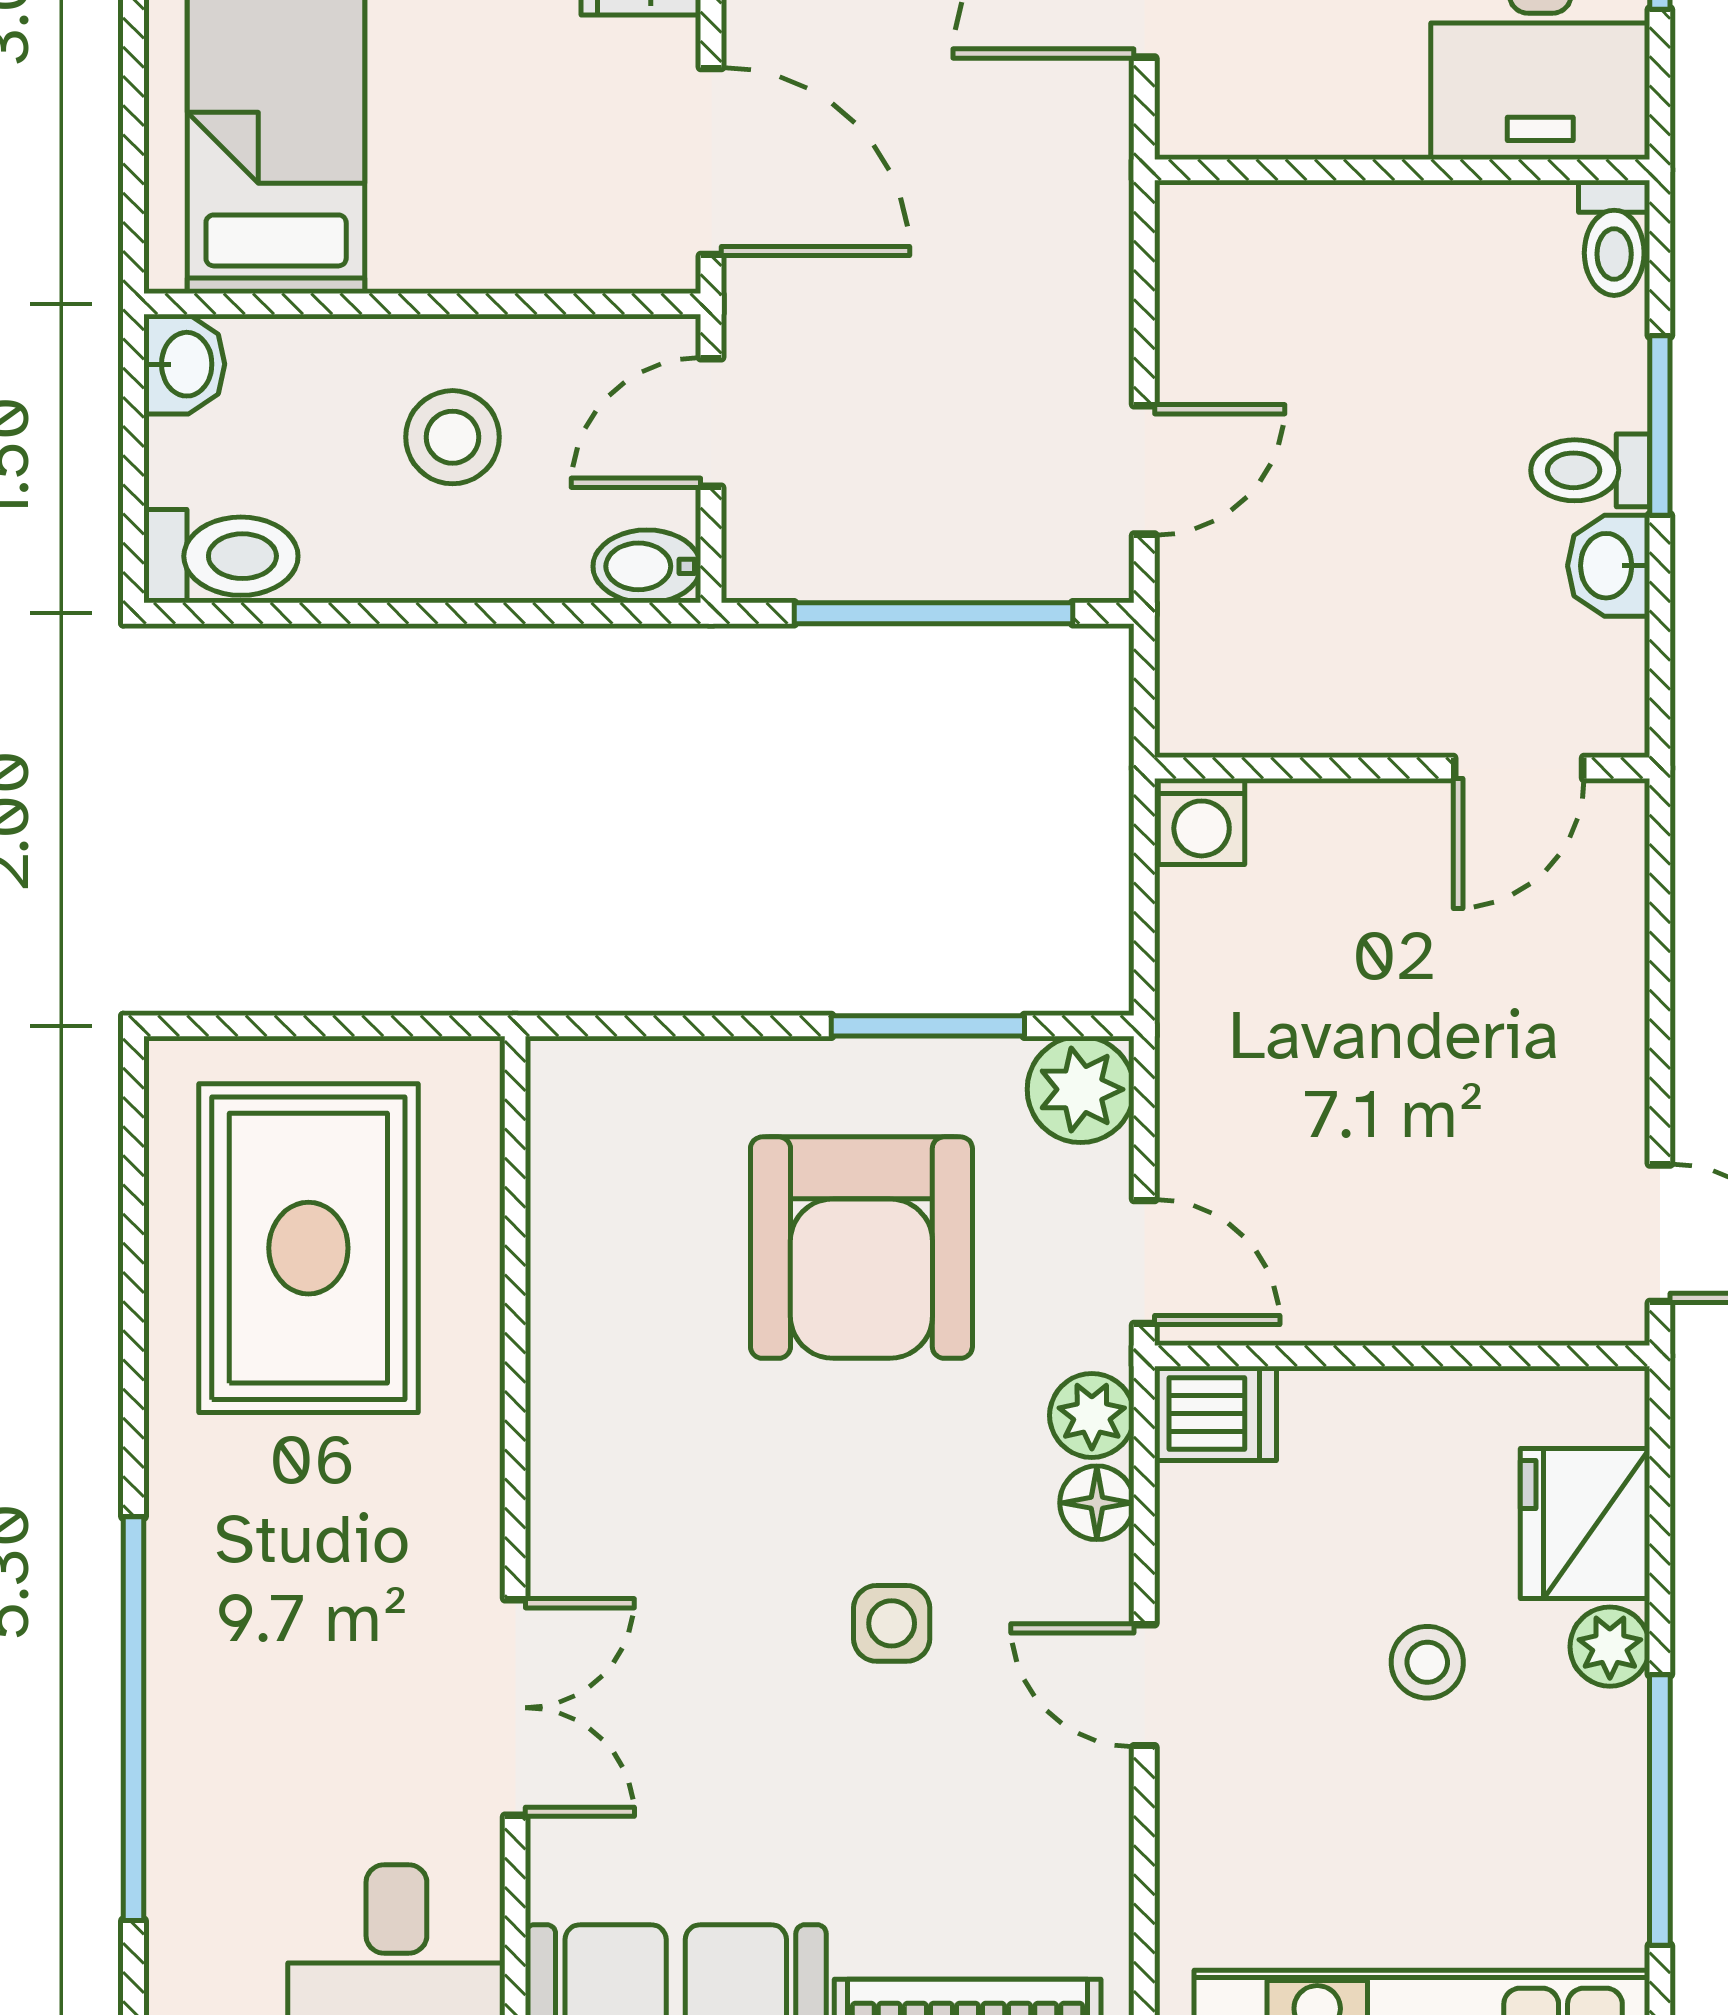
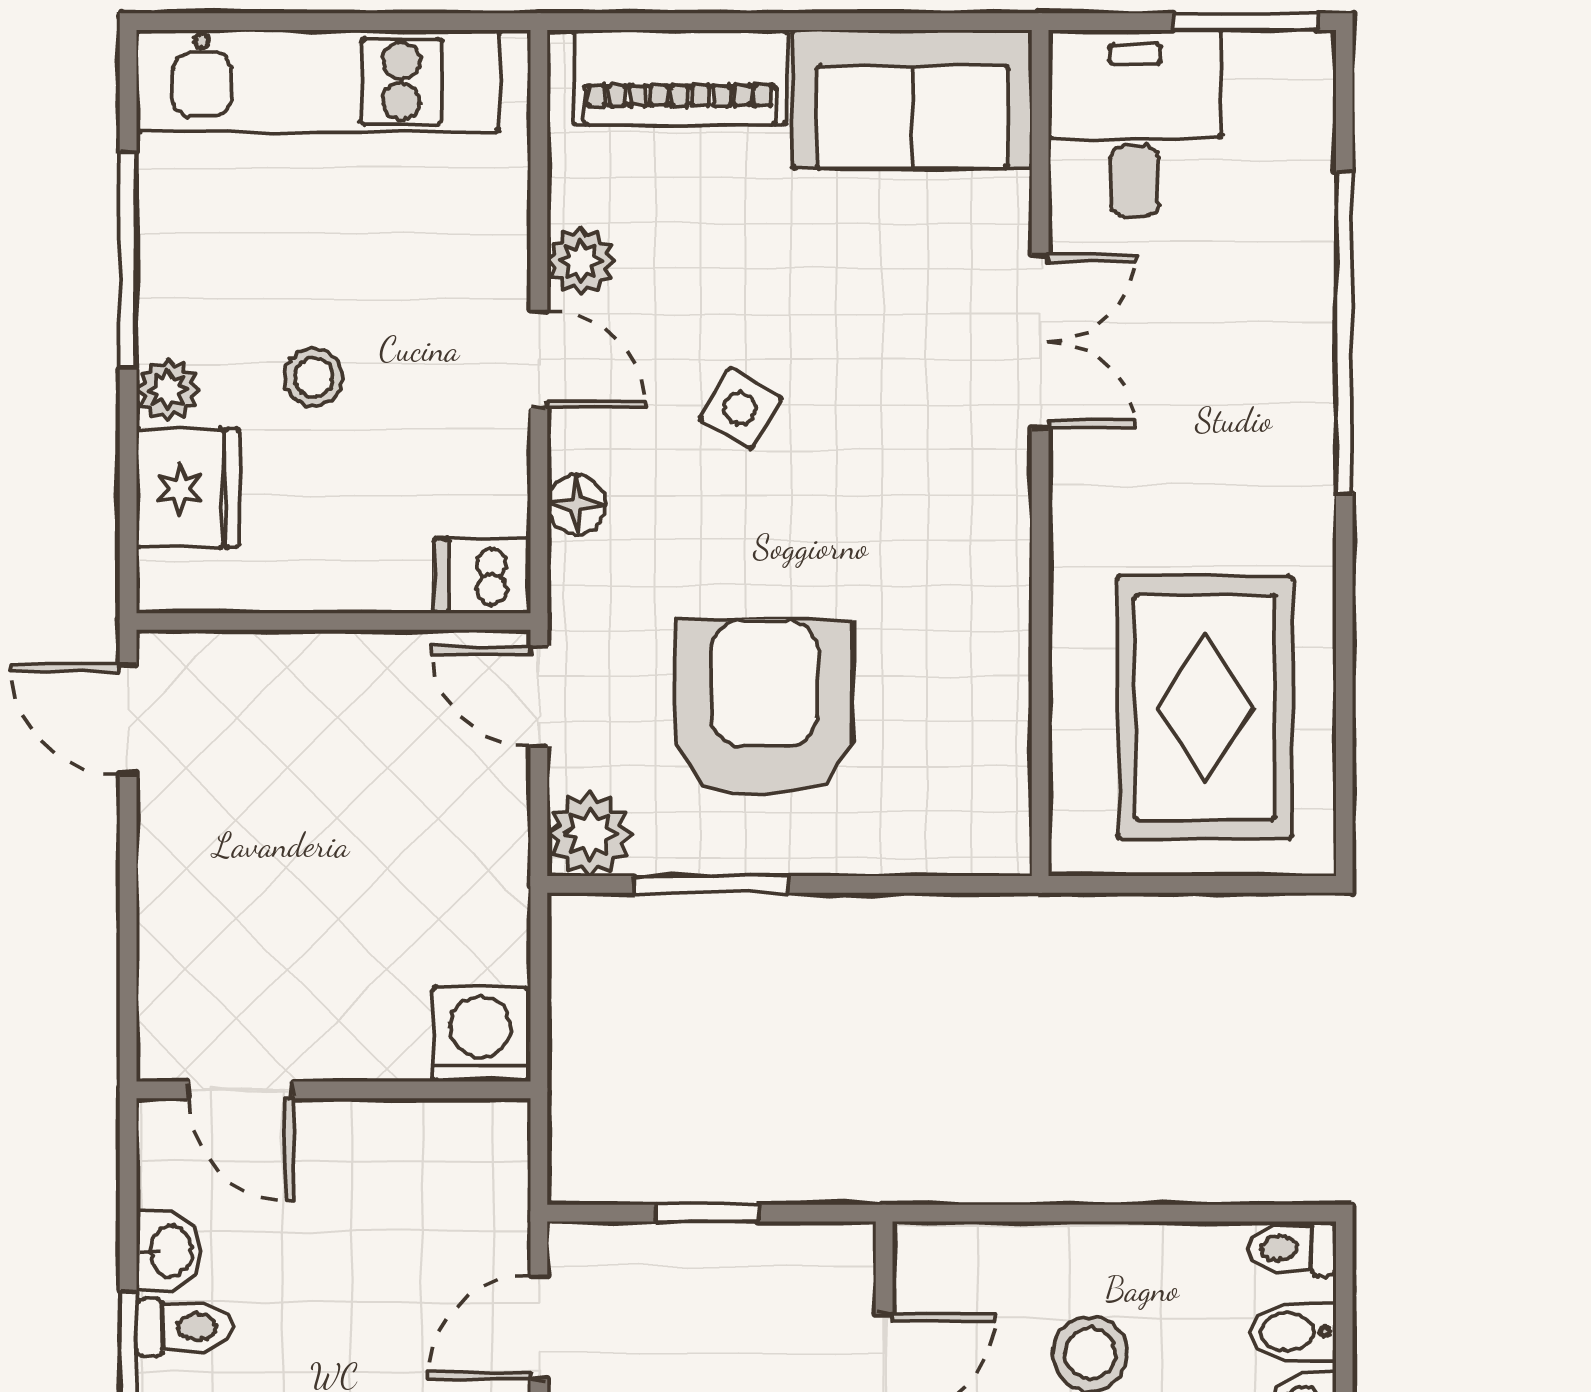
toilet: (221, 556) -> (1292, 1249), width x0.73, depth x0.72
bidet: (647, 566) -> (1293, 1332), moved, turned 180
window: (933, 613) -> (707, 1213), width x0.46
door: (1519, 768) -> (241, 1090), swing flipped
washing machine: (1202, 822) -> (480, 1034), width x1.38, depth x1.38
plant: (1092, 1415) -> (581, 261), moved
side table: (892, 1623) -> (740, 408), turned 30
double door: (515, 1708) -> (1040, 341), swing flipped

